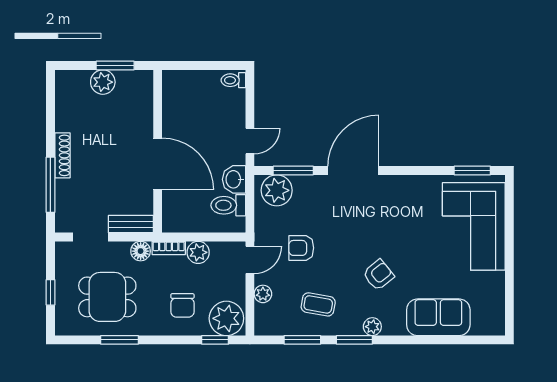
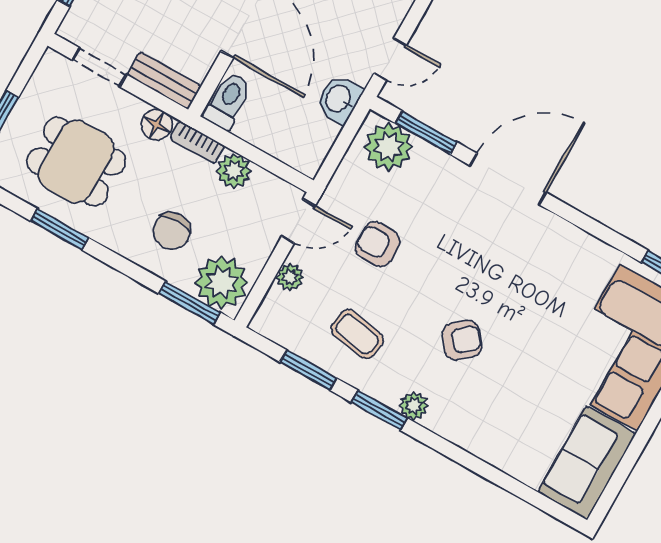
toilet: (228, 205) -> (228, 101), moved, turned 90
sofa: (438, 317) -> (587, 463), moved, turned -90
window: (215, 340) -> (190, 303), width x1.50

